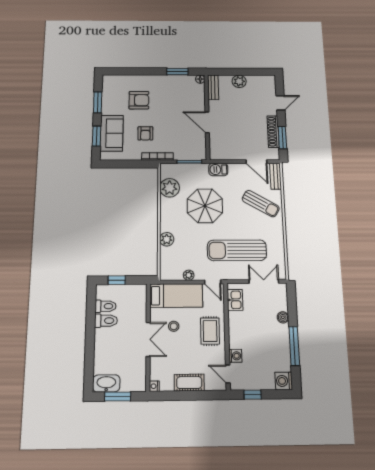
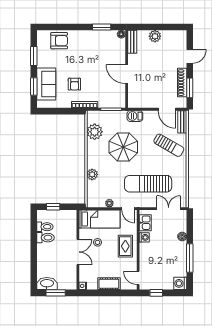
armchair: (139, 100) -> (59, 41), moved
washing machine: (235, 356) -> (144, 237), moved

